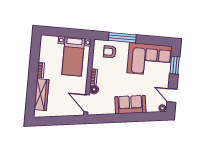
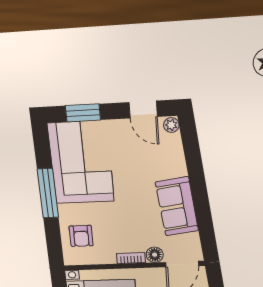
window: (122, 38) -> (48, 193), moved
door: (172, 95) -> (143, 110), hinge flipped
sofa: (130, 105) -> (177, 207), moved

